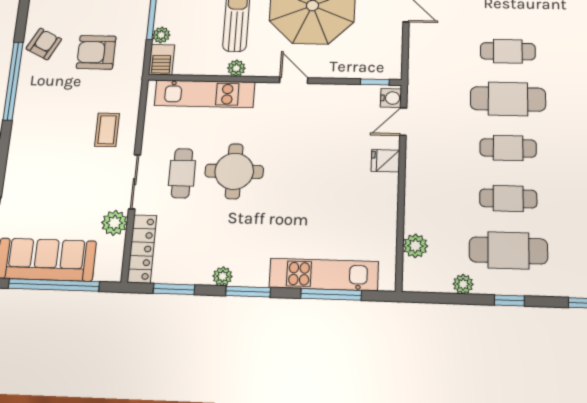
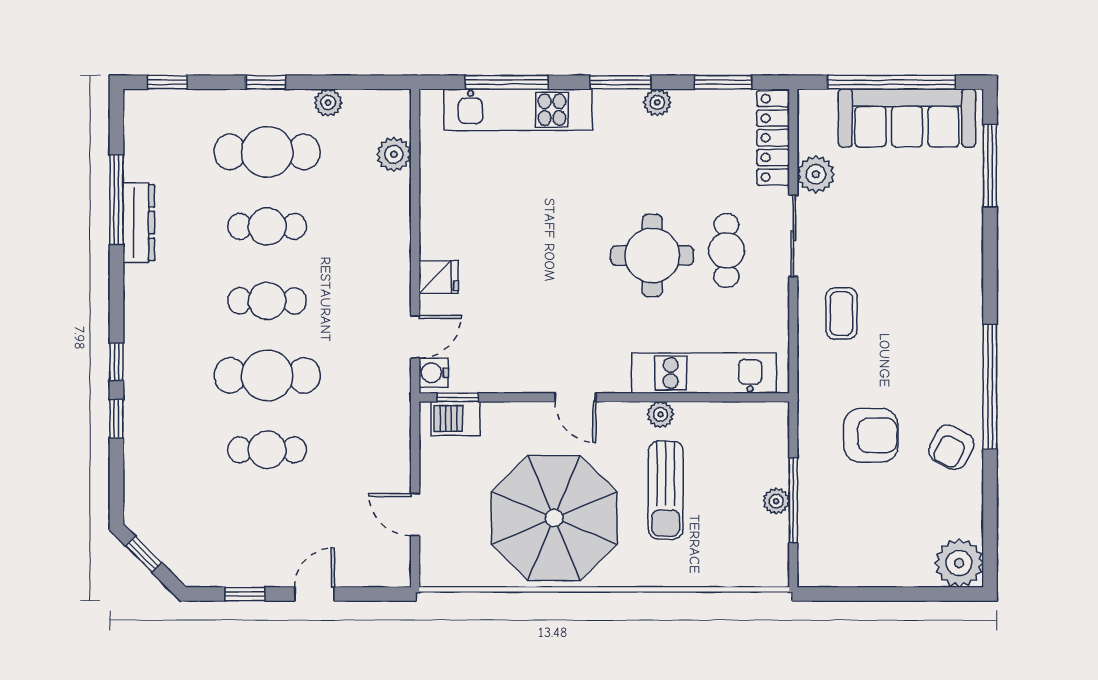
plant: (161, 35) -> (776, 501), moved
barbecue: (161, 60) -> (456, 418), moved, turned -90

